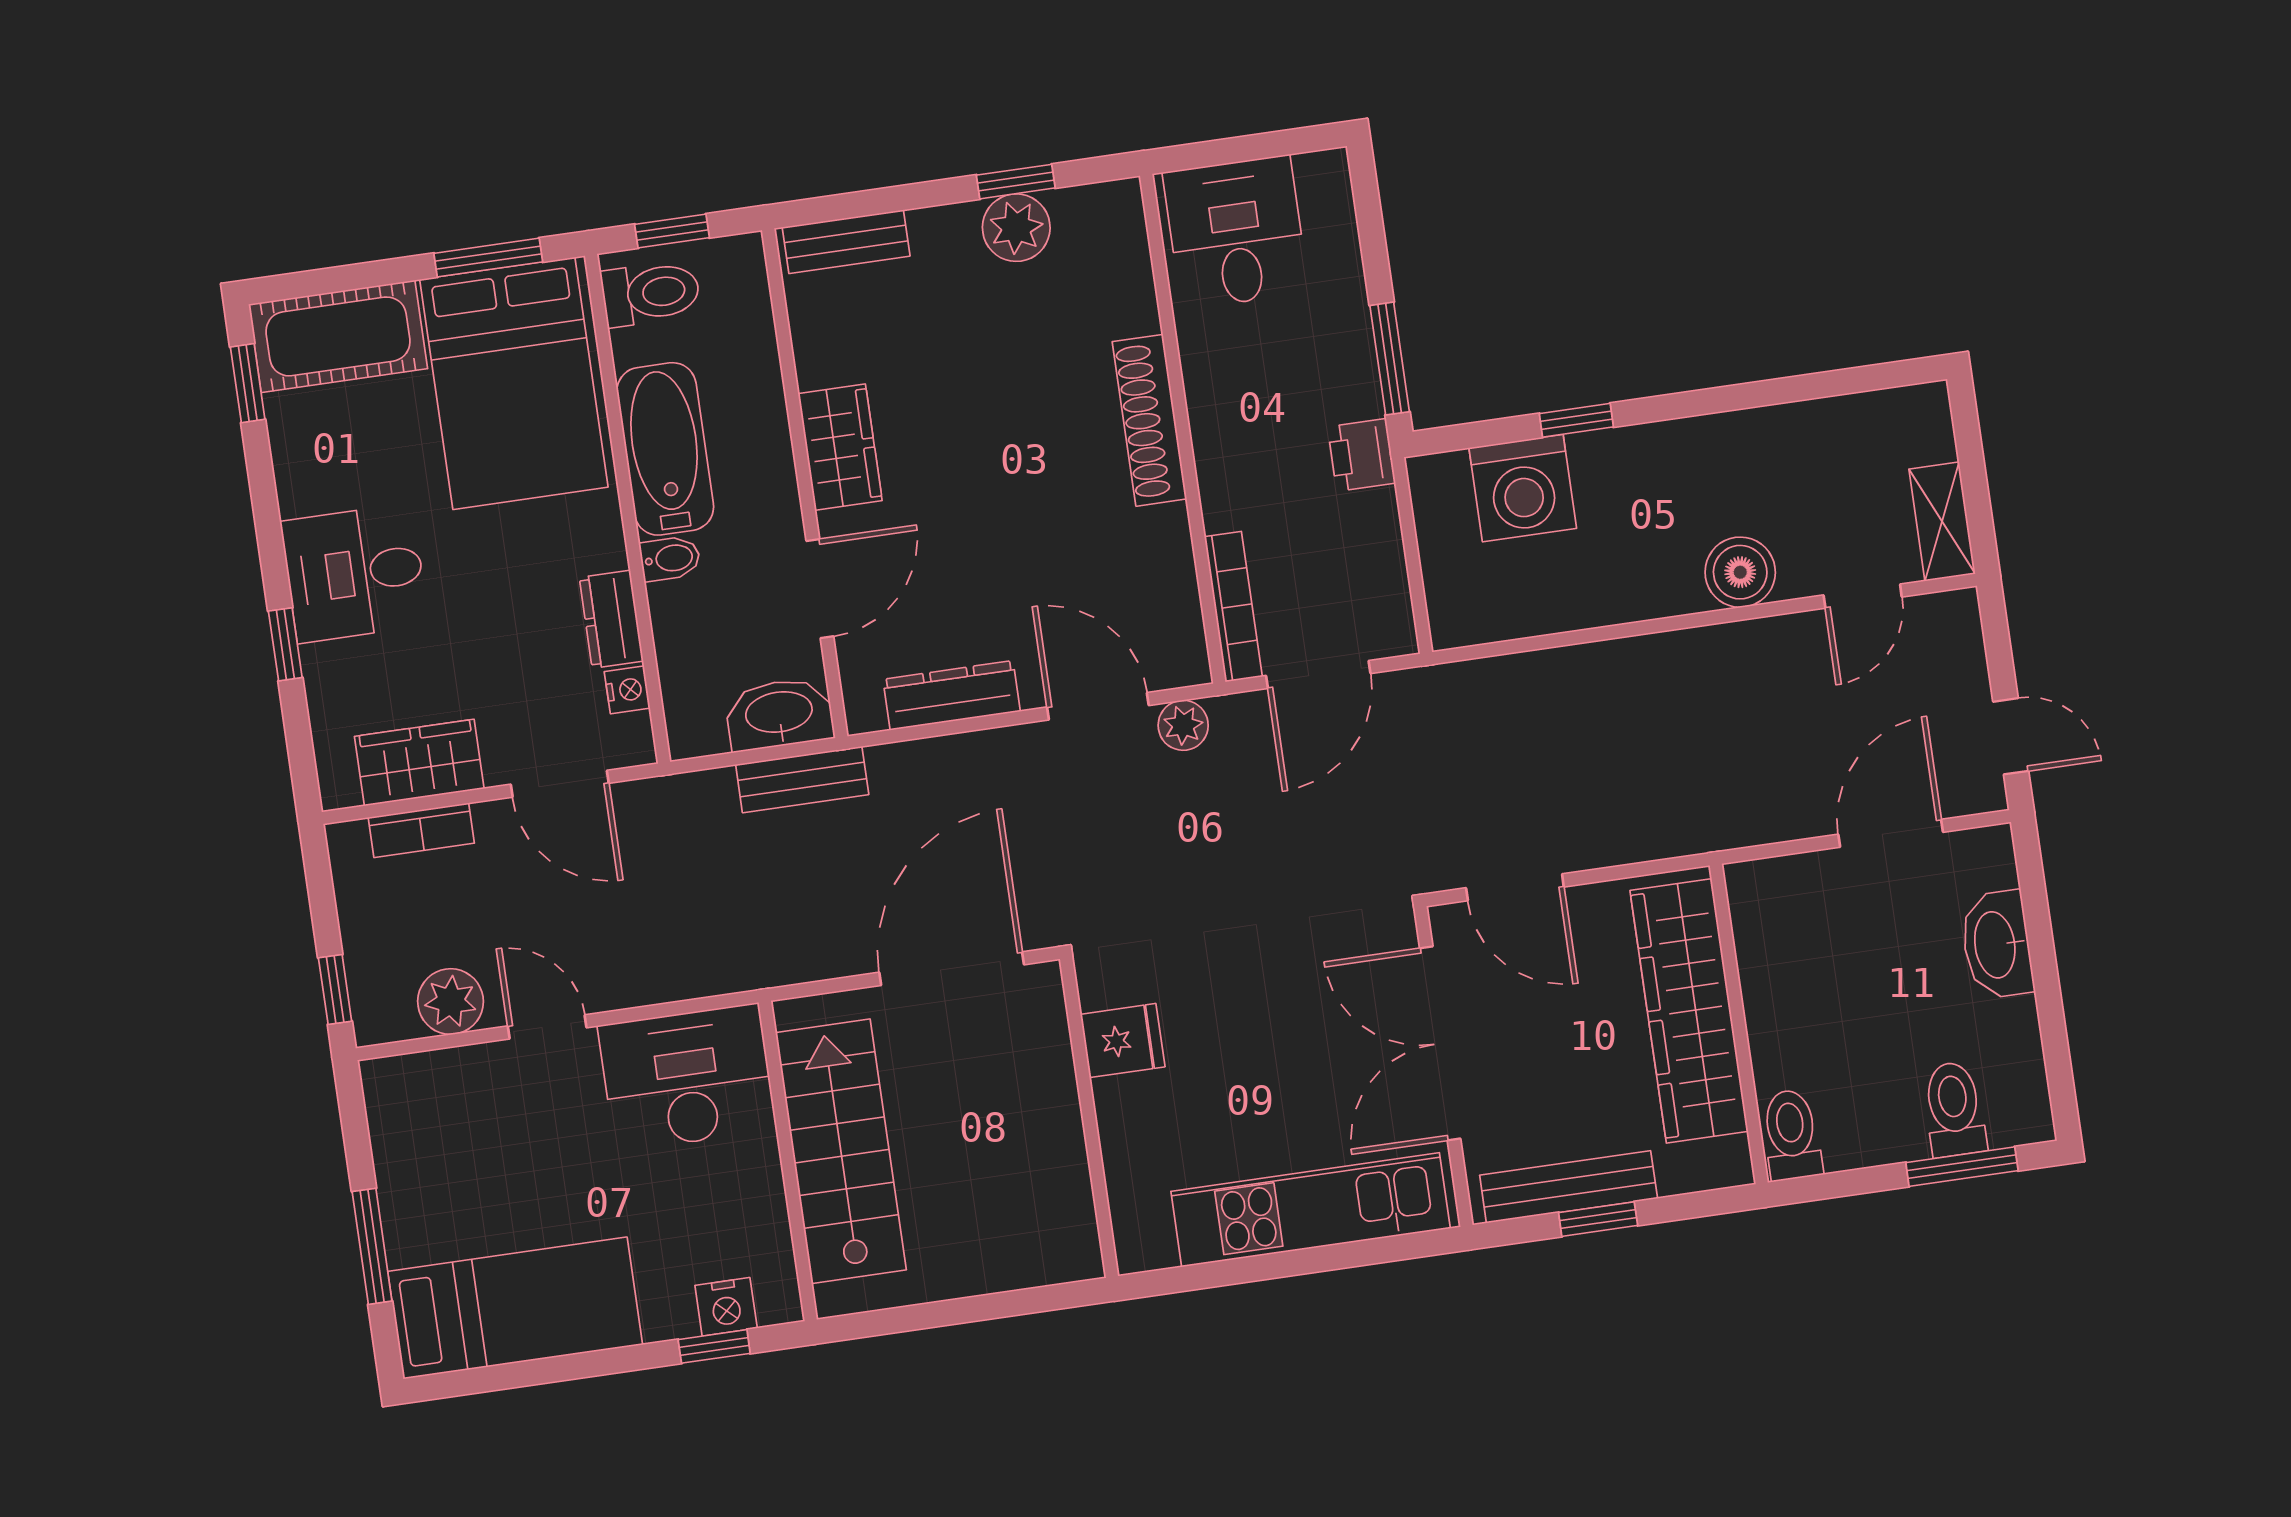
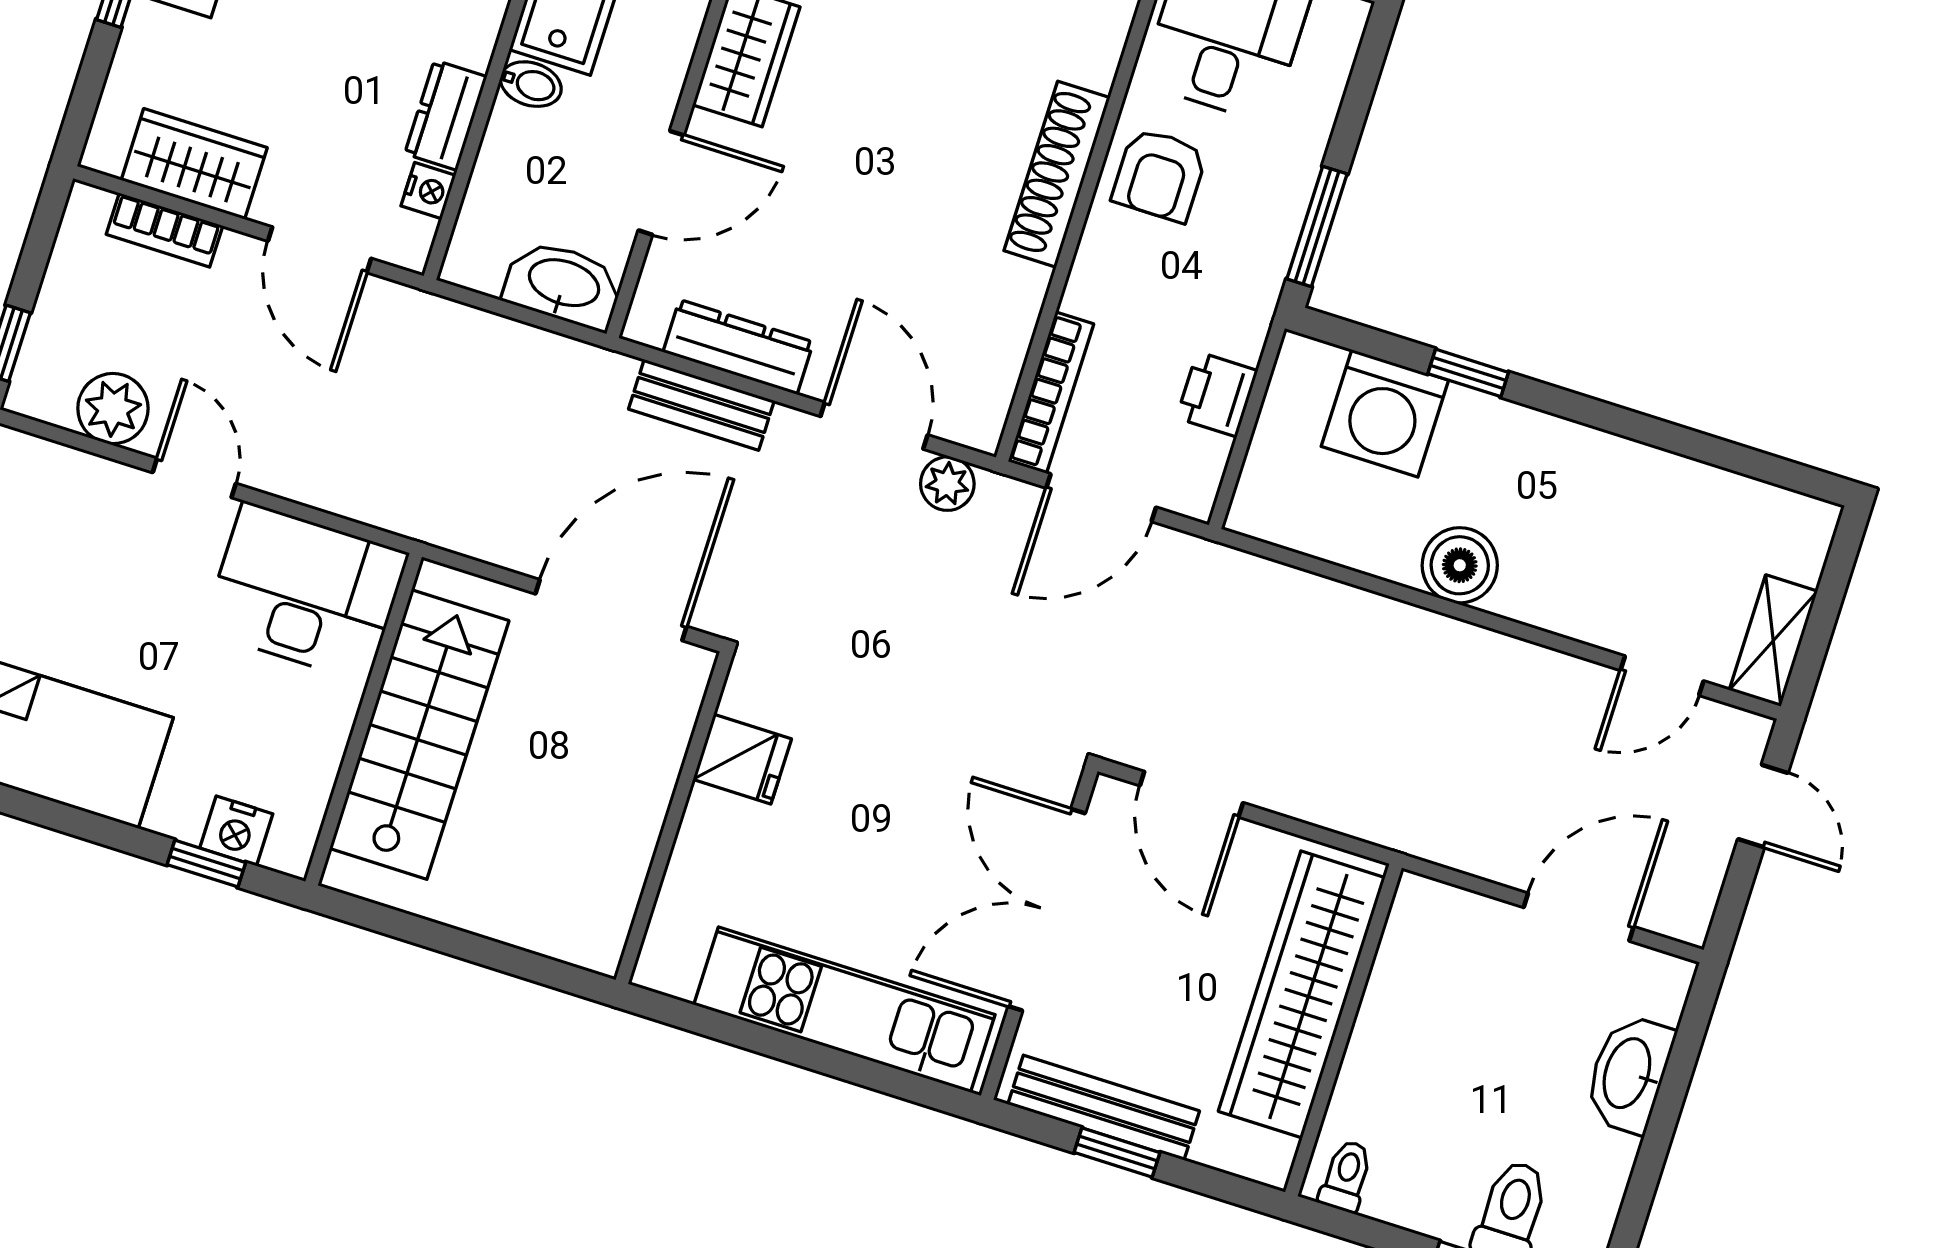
armchair: (1236, 379) -> (1159, 175), added
printer: (1361, 455) -> (1217, 394), moved
boiler: (1740, 572) -> (1460, 565), moved
door: (2011, 736) -> (1763, 806), moved
bench: (802, 780) -> (701, 405), moved
toilet: (1791, 1135) -> (1346, 1176), width x0.73, depth x0.72

